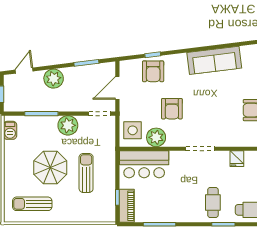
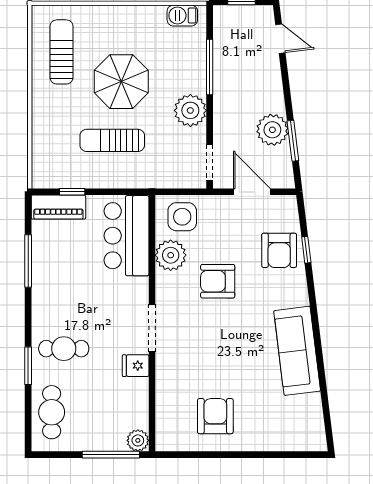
armchair: (153, 71) -> (279, 250), turned -90
plant: (54, 79) -> (272, 130), moved
fridge: (237, 159) -> (136, 366), moved
sun lounger: (86, 173) -> (112, 140), turned 180

